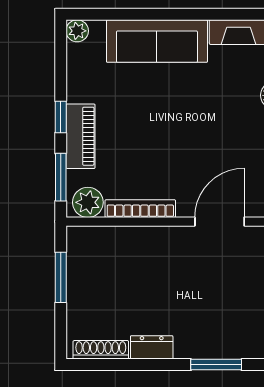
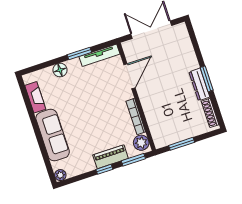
door: (220, 222) -> (129, 76), swing flipped
dresser: (152, 347) -> (199, 84), width x1.44
window: (216, 365) -> (207, 79), moved

